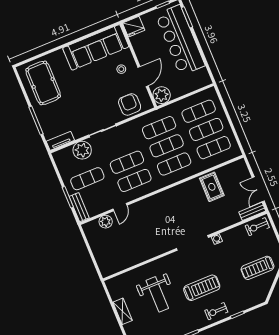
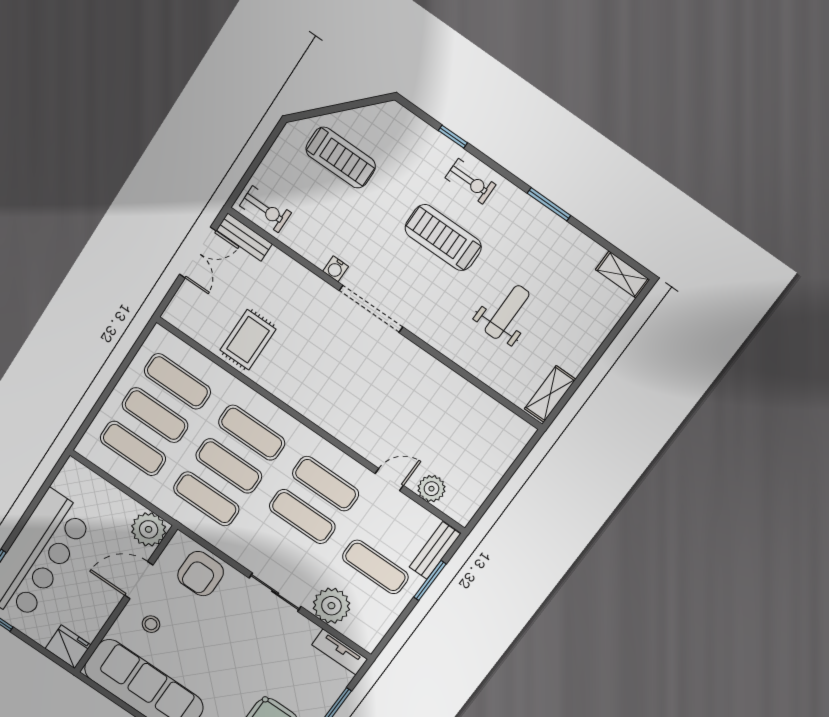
weight bench: (157, 294) -> (507, 312), width x0.73, depth x0.75
shelving: (123, 311) -> (550, 394), moved

